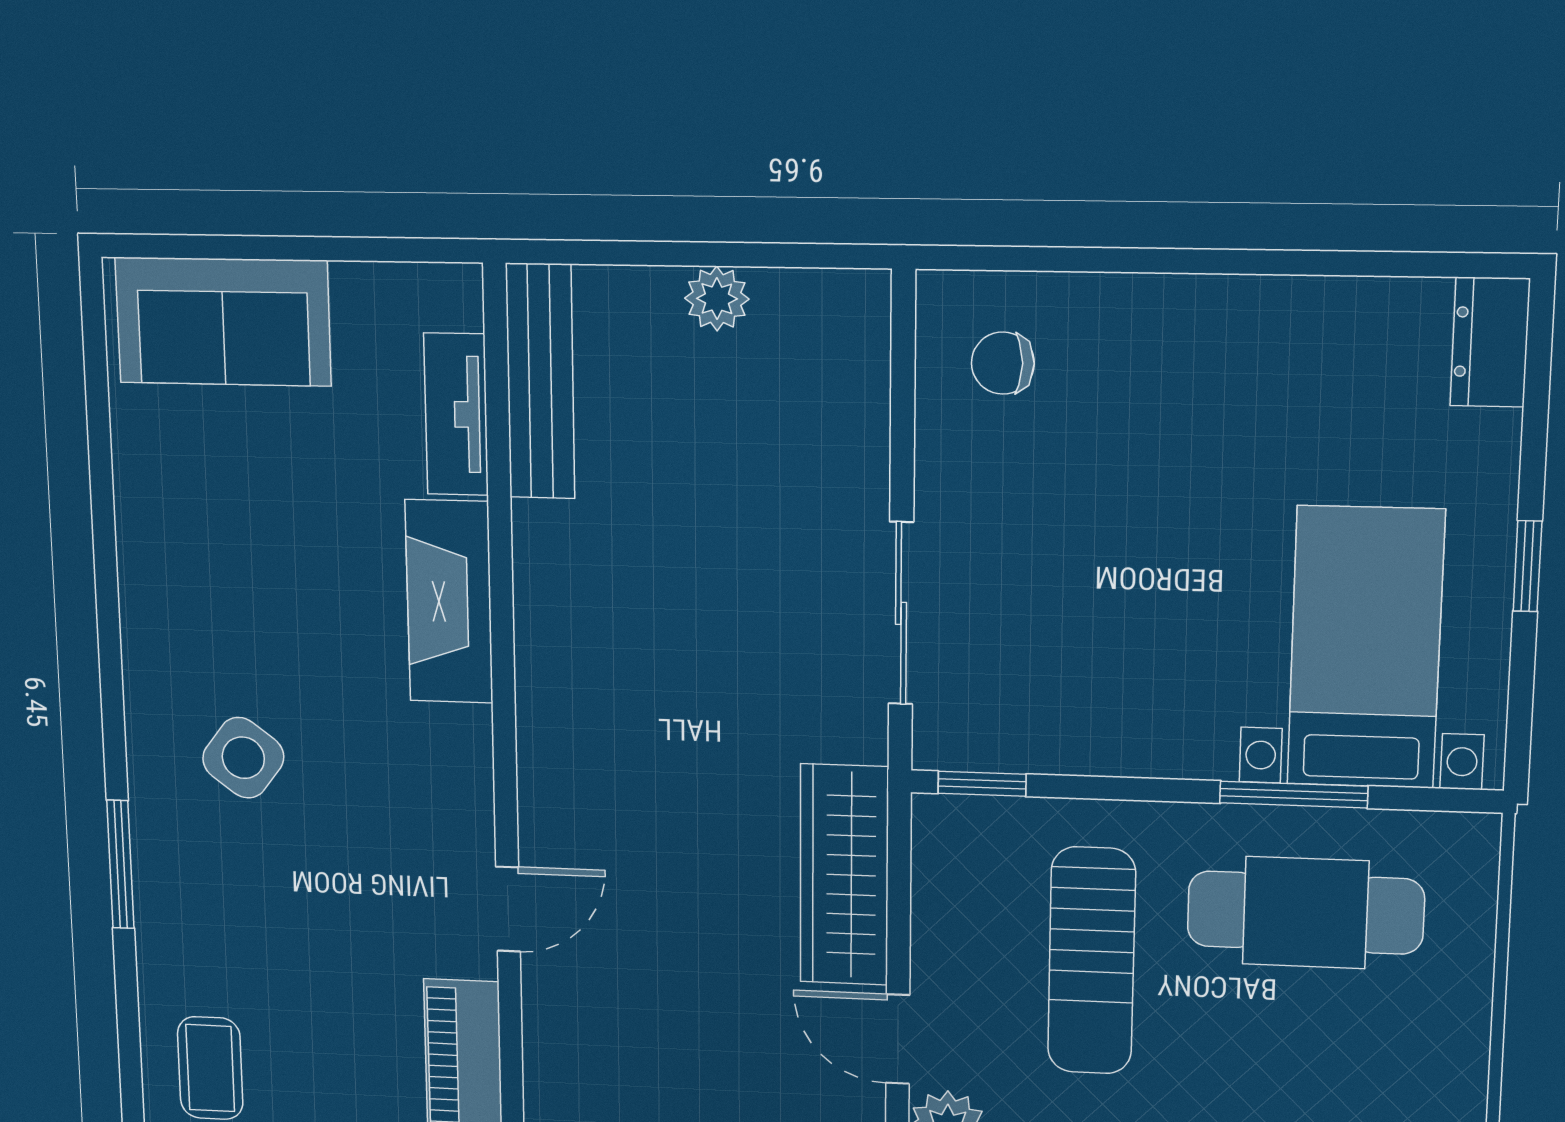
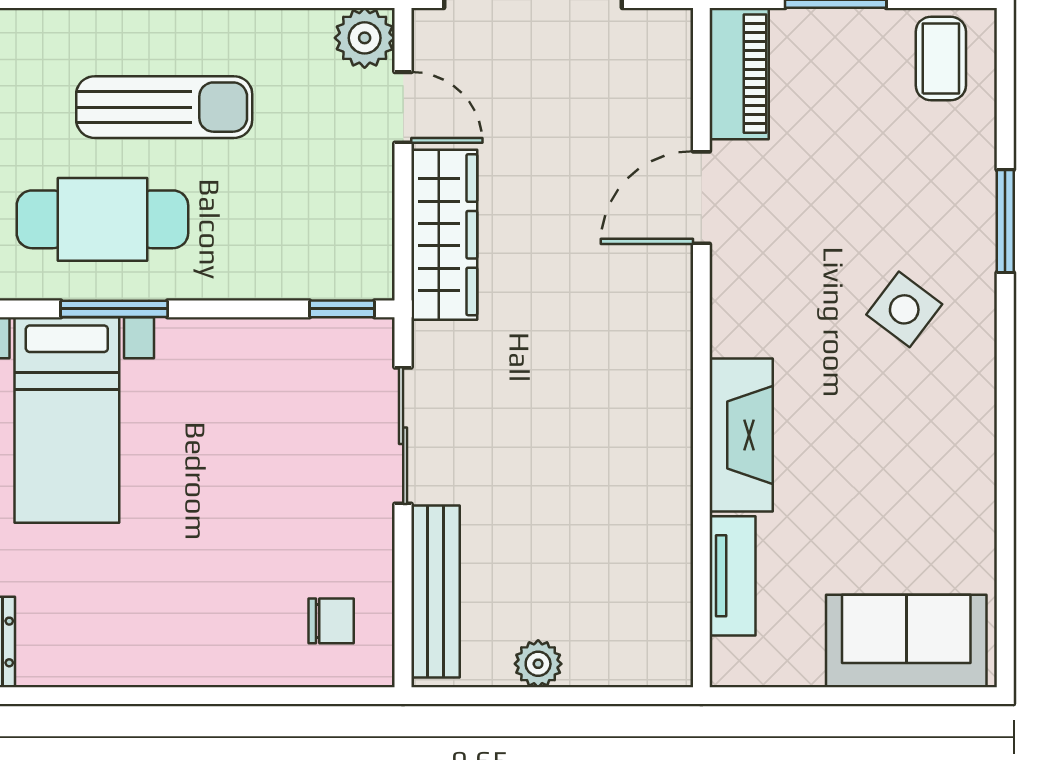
bench: (540, 381) -> (435, 592), moved
door: (508, 909) -> (701, 198), width x1.38
sun lounger: (1091, 961) -> (164, 107), moved, turned 90

